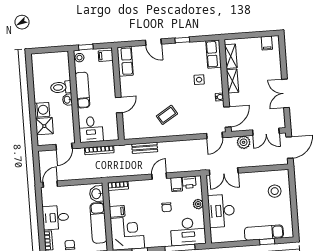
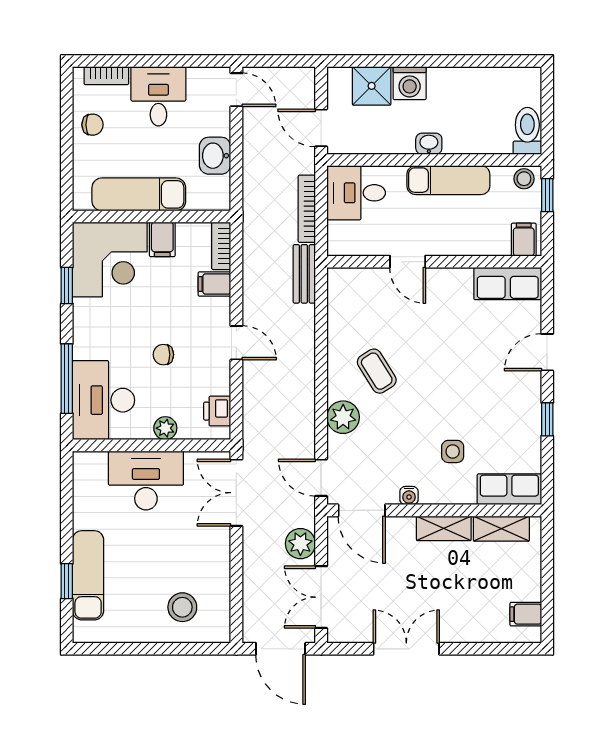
toilet: (61, 87) -> (527, 131), moved
plant: (188, 128) -> (343, 417), added
bench: (145, 148) -> (304, 274), moved
filing cabinet: (177, 184) -> (214, 284), moved
washbasin: (97, 194) -> (215, 156), moved, turned -90

